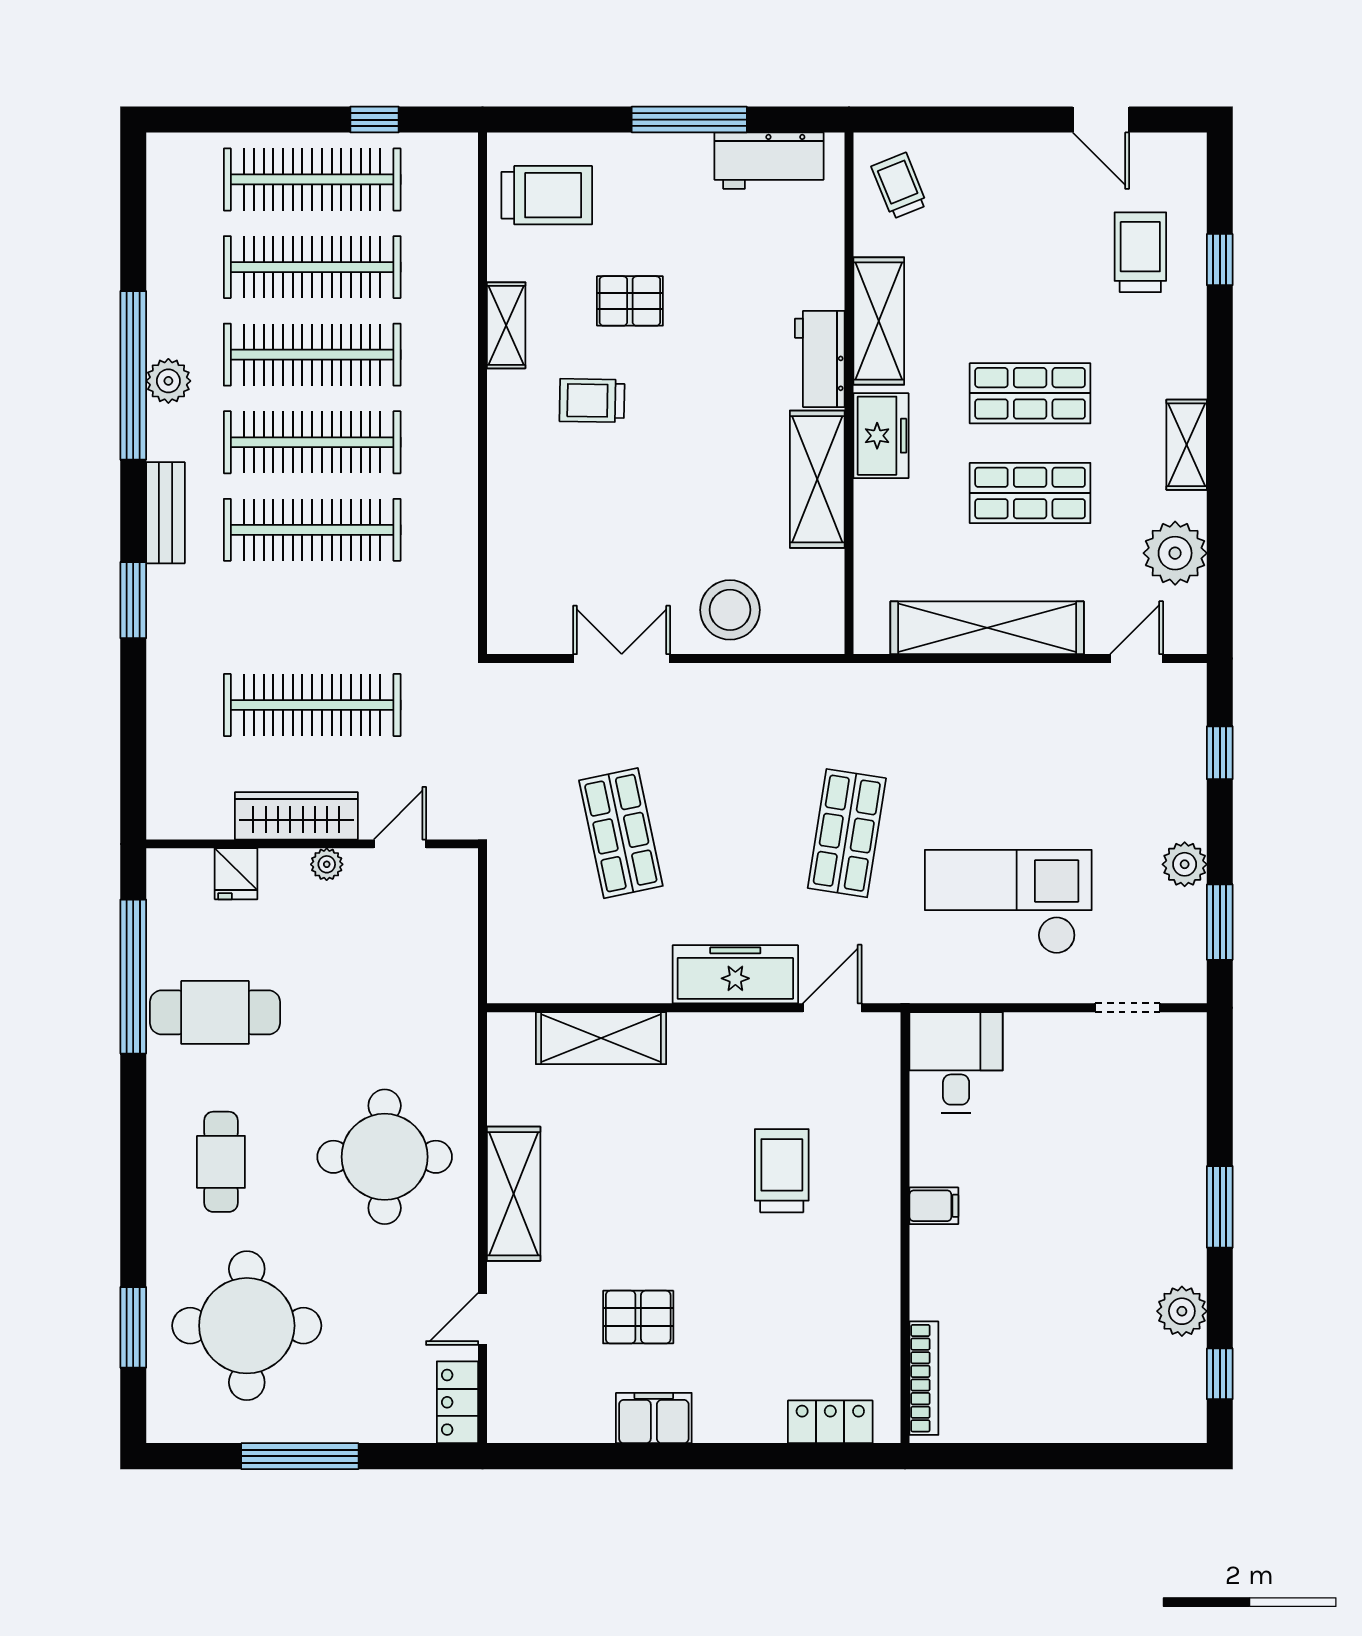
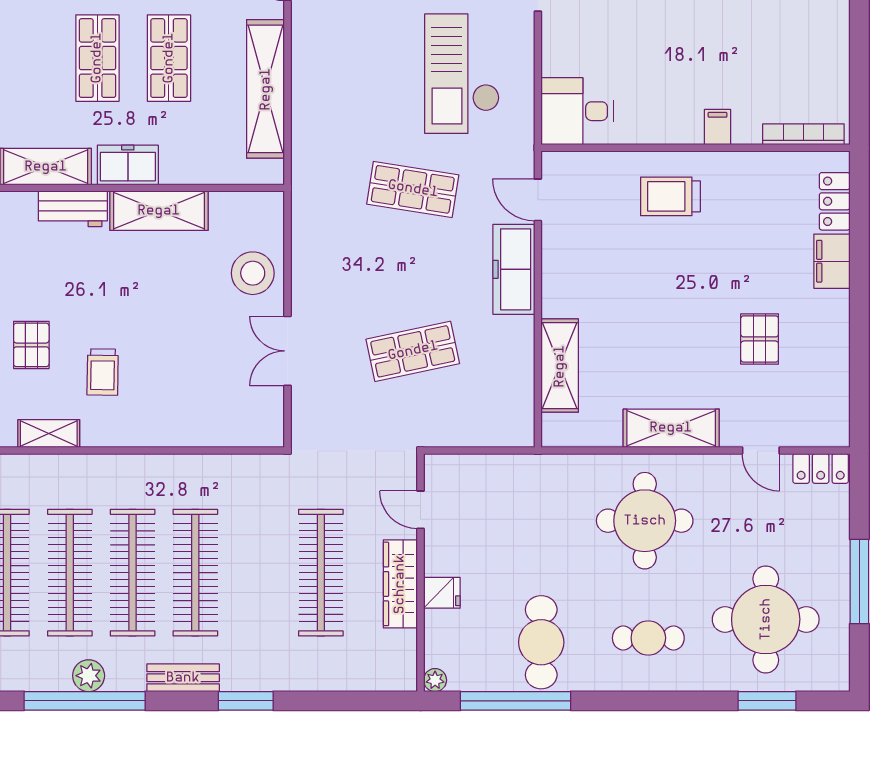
plant: (327, 864) -> (435, 680), moved
fridge: (236, 874) -> (442, 593), moved
trolley: (782, 1171) -> (670, 196), moved
filing cabinet: (934, 1206) -> (717, 127), moved
filing cabinet: (654, 1418) -> (832, 261), moved

